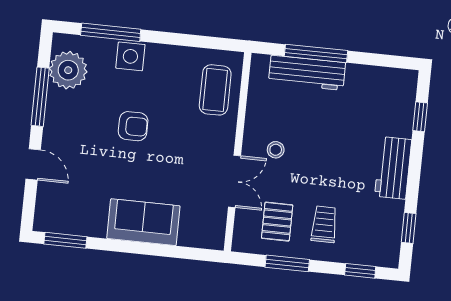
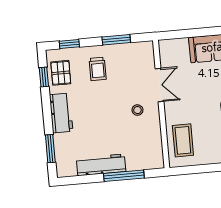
workbench: (307, 73) -> (101, 165), moved
window: (420, 117) -> (50, 149), width x1.50
double door: (235, 181) -> (160, 85), swing flipped
pallet: (277, 222) -> (61, 73), moved

